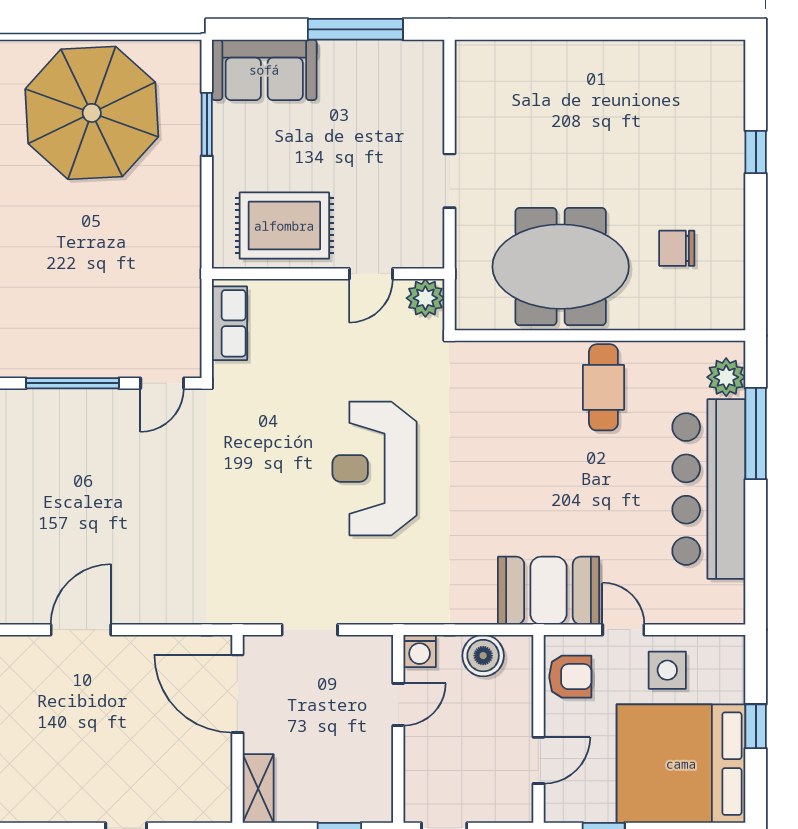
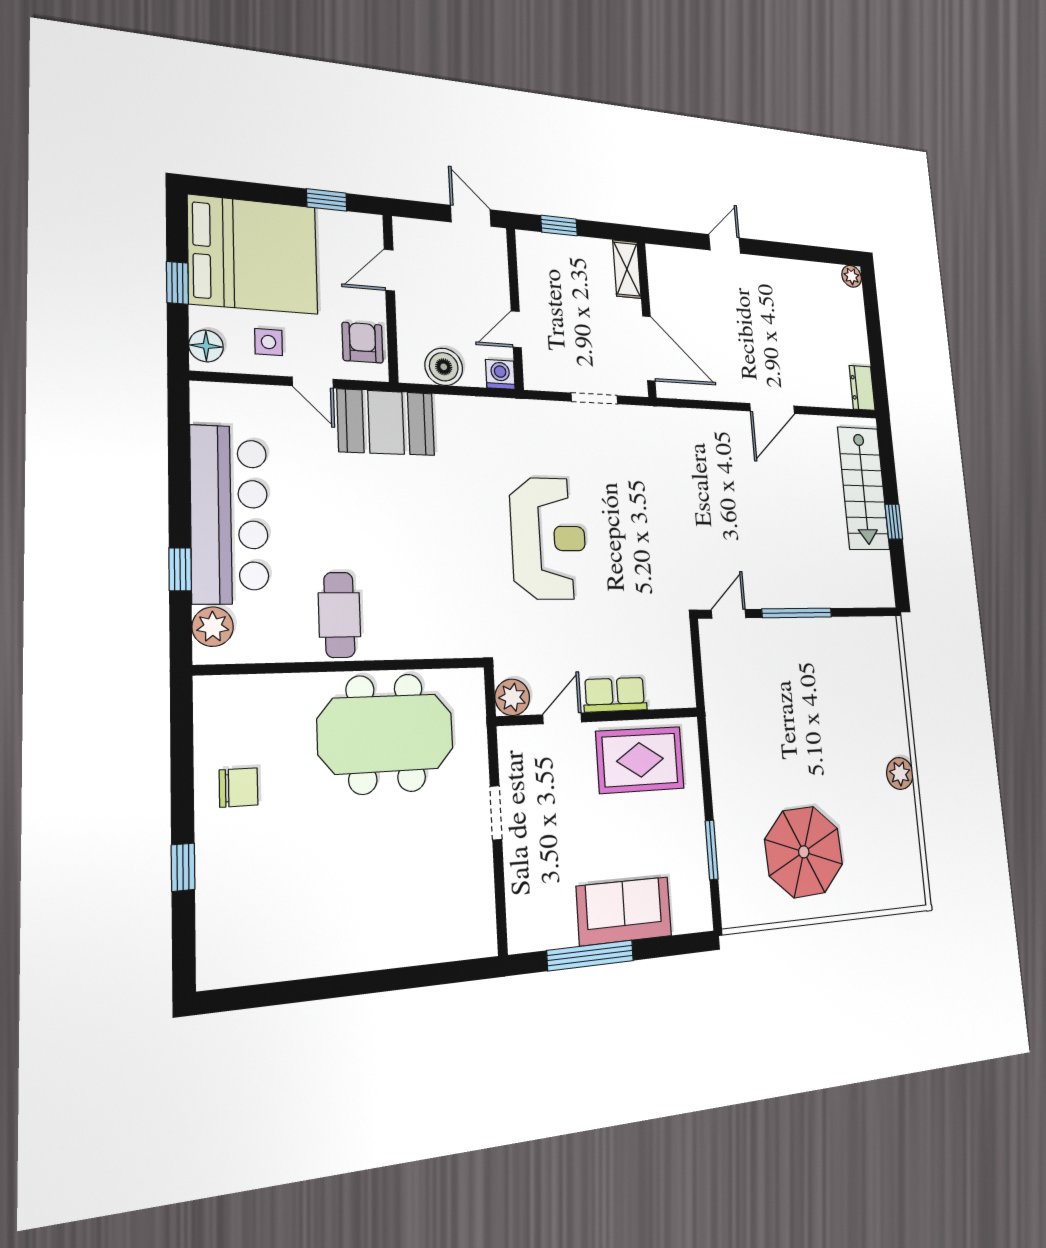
sofa: (264, 70) -> (624, 911), moved
parasol: (92, 113) -> (804, 852), width x0.73, depth x0.73
chair: (677, 248) -> (239, 788), moved
row of seats: (229, 323) -> (615, 695), moved, turned 90
window: (756, 434) -> (180, 569), width x0.46
floor lamp: (729, 662) -> (206, 346), added
side table: (667, 670) -> (269, 342), width x0.73, depth x0.73
armchair: (570, 677) -> (363, 343), turned 90

